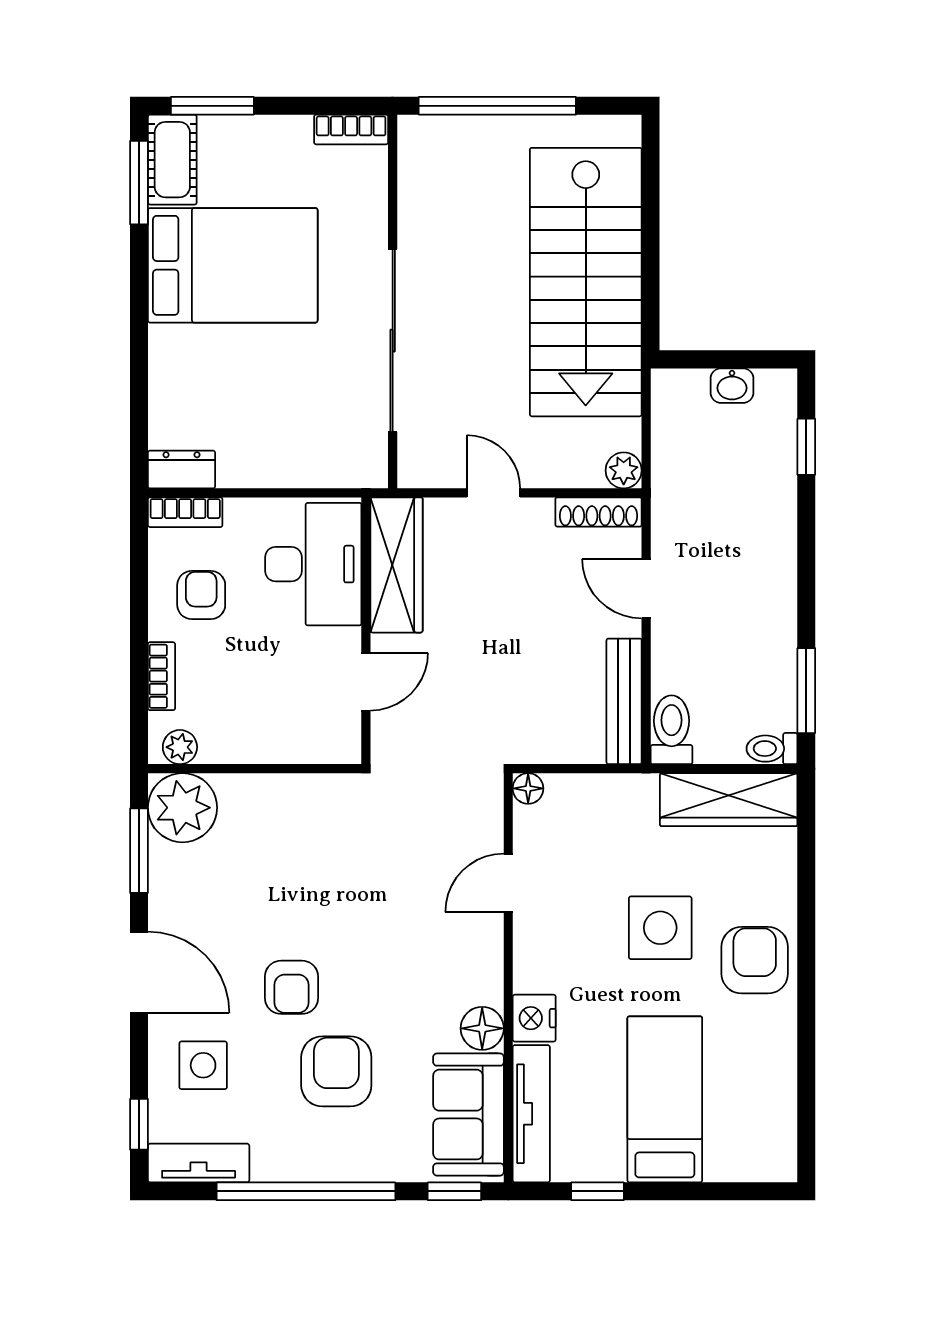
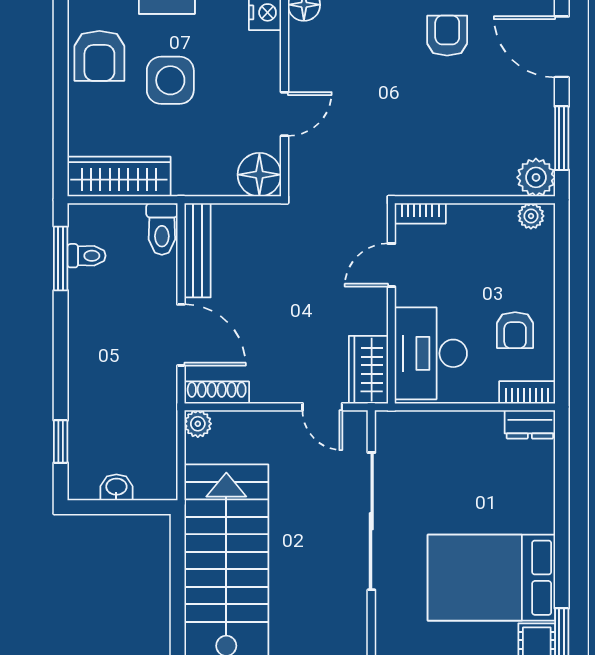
door: (494, 493) -> (322, 407), moved
wardrobe: (396, 565) -> (368, 370), width x0.67
door: (646, 589) -> (181, 335), width x1.38
bookcase: (162, 676) -> (420, 213), moved, turned -90
toilet: (772, 749) -> (86, 256), moved
floor lamp: (528, 788) -> (259, 175), width x1.89, depth x1.89
plant: (182, 808) -> (536, 177), width x0.73, depth x0.73

